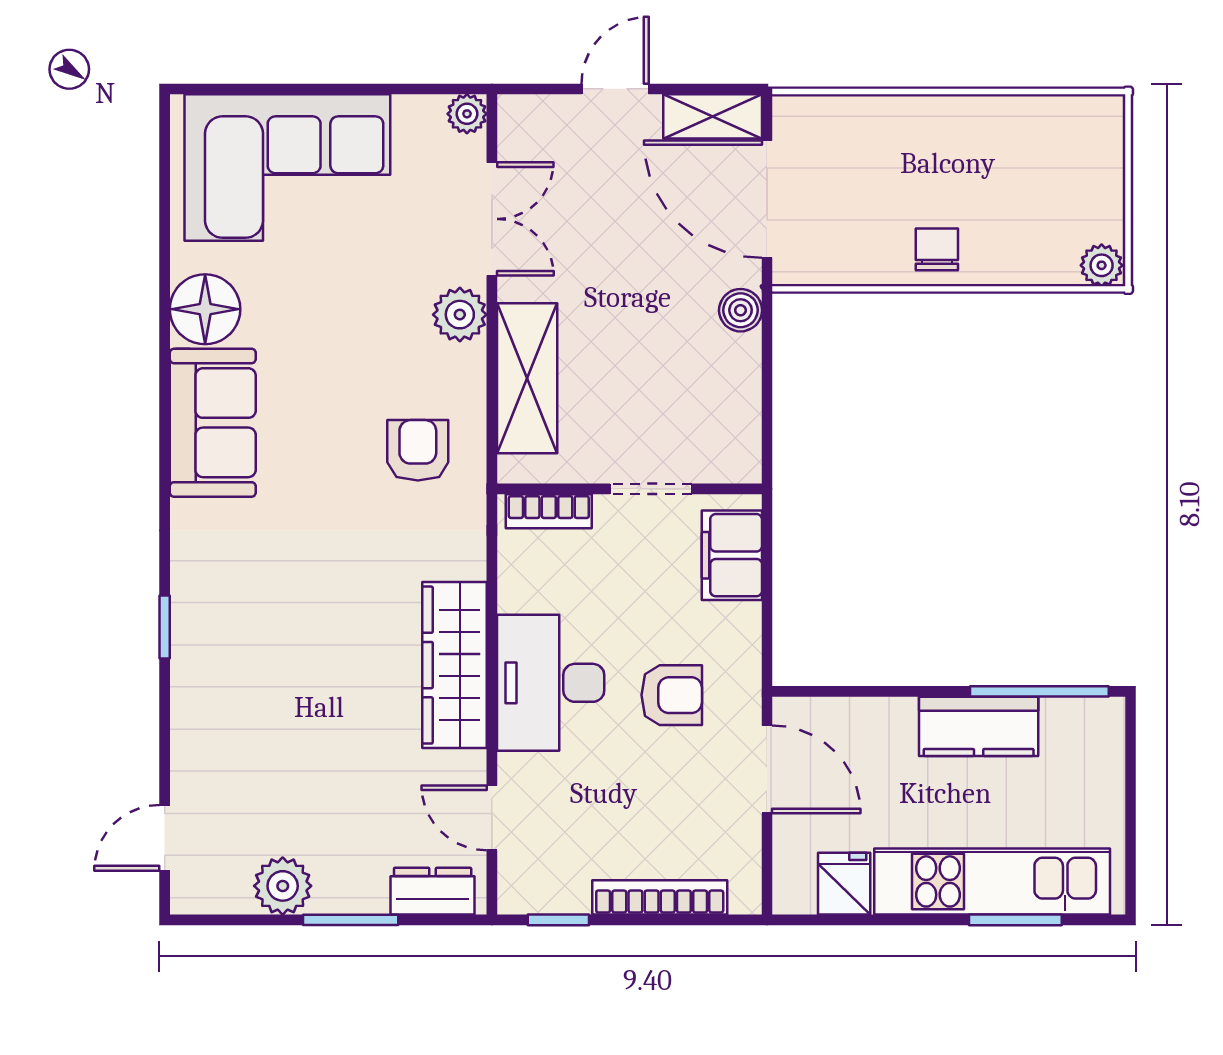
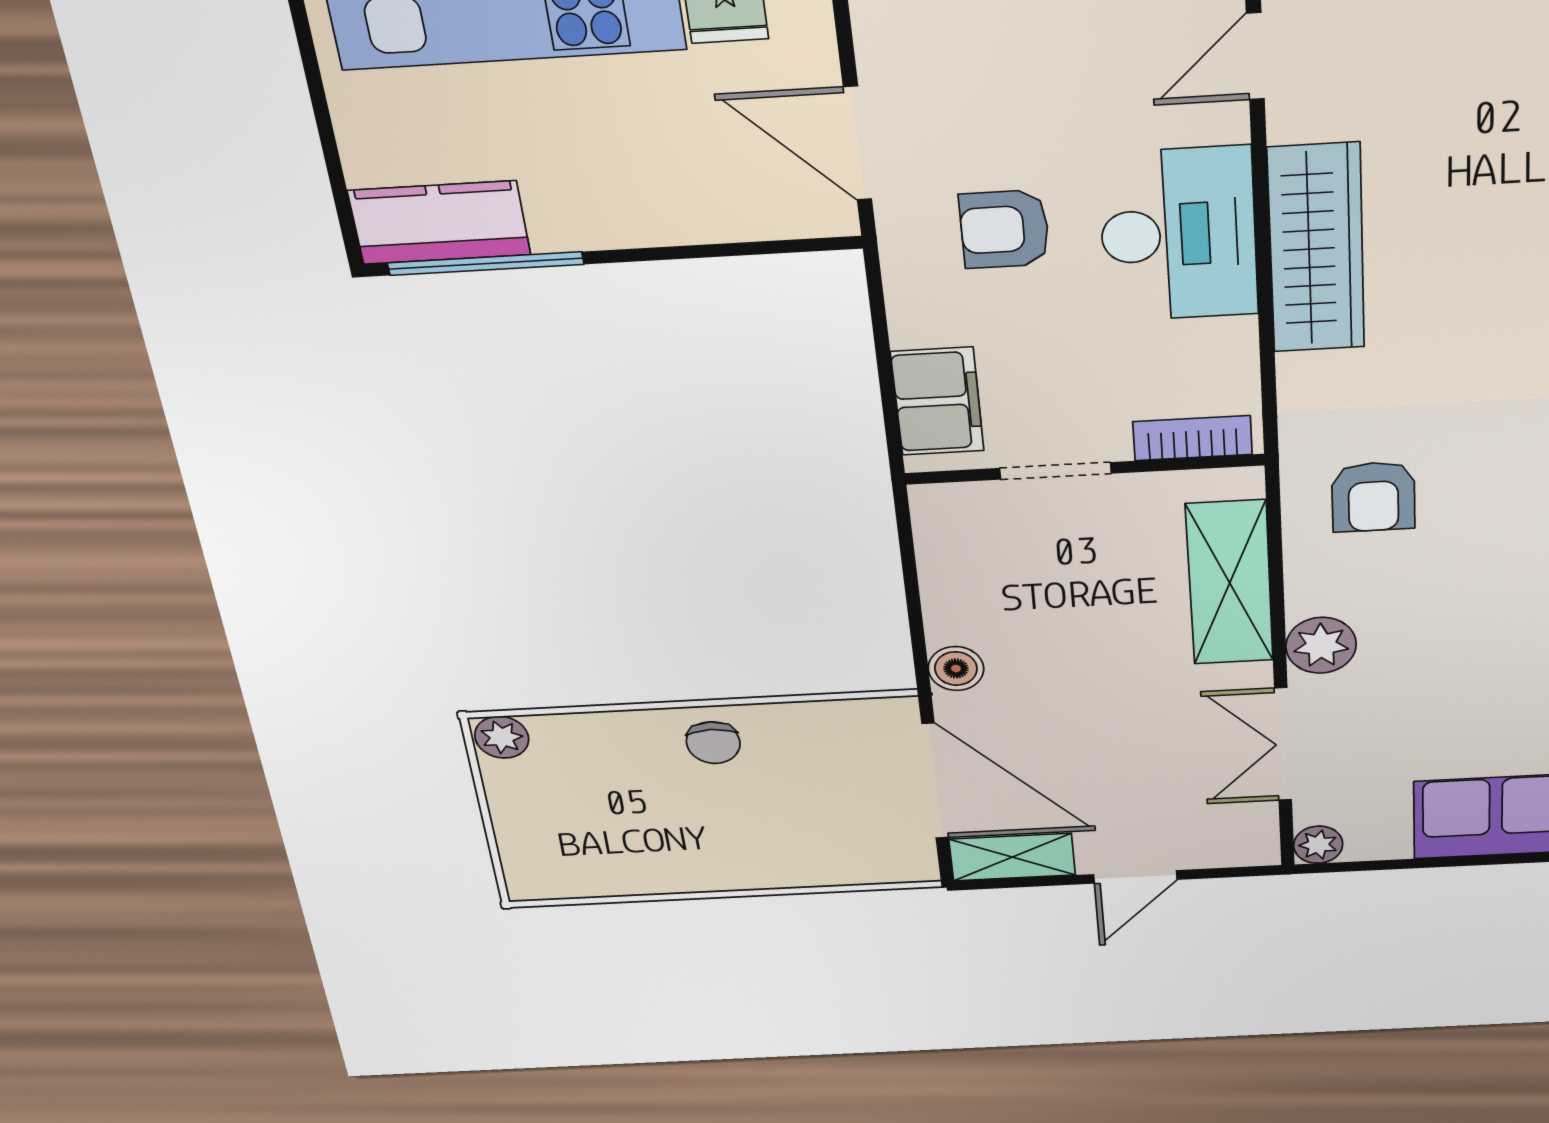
kitchen counter: (979, 726) -> (439, 223), moved
door: (492, 818) -> (1255, 56), swing flipped

